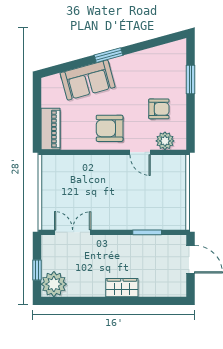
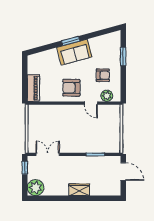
sofa: (88, 80) -> (74, 52), moved
window: (37, 270) -> (25, 168), moved

